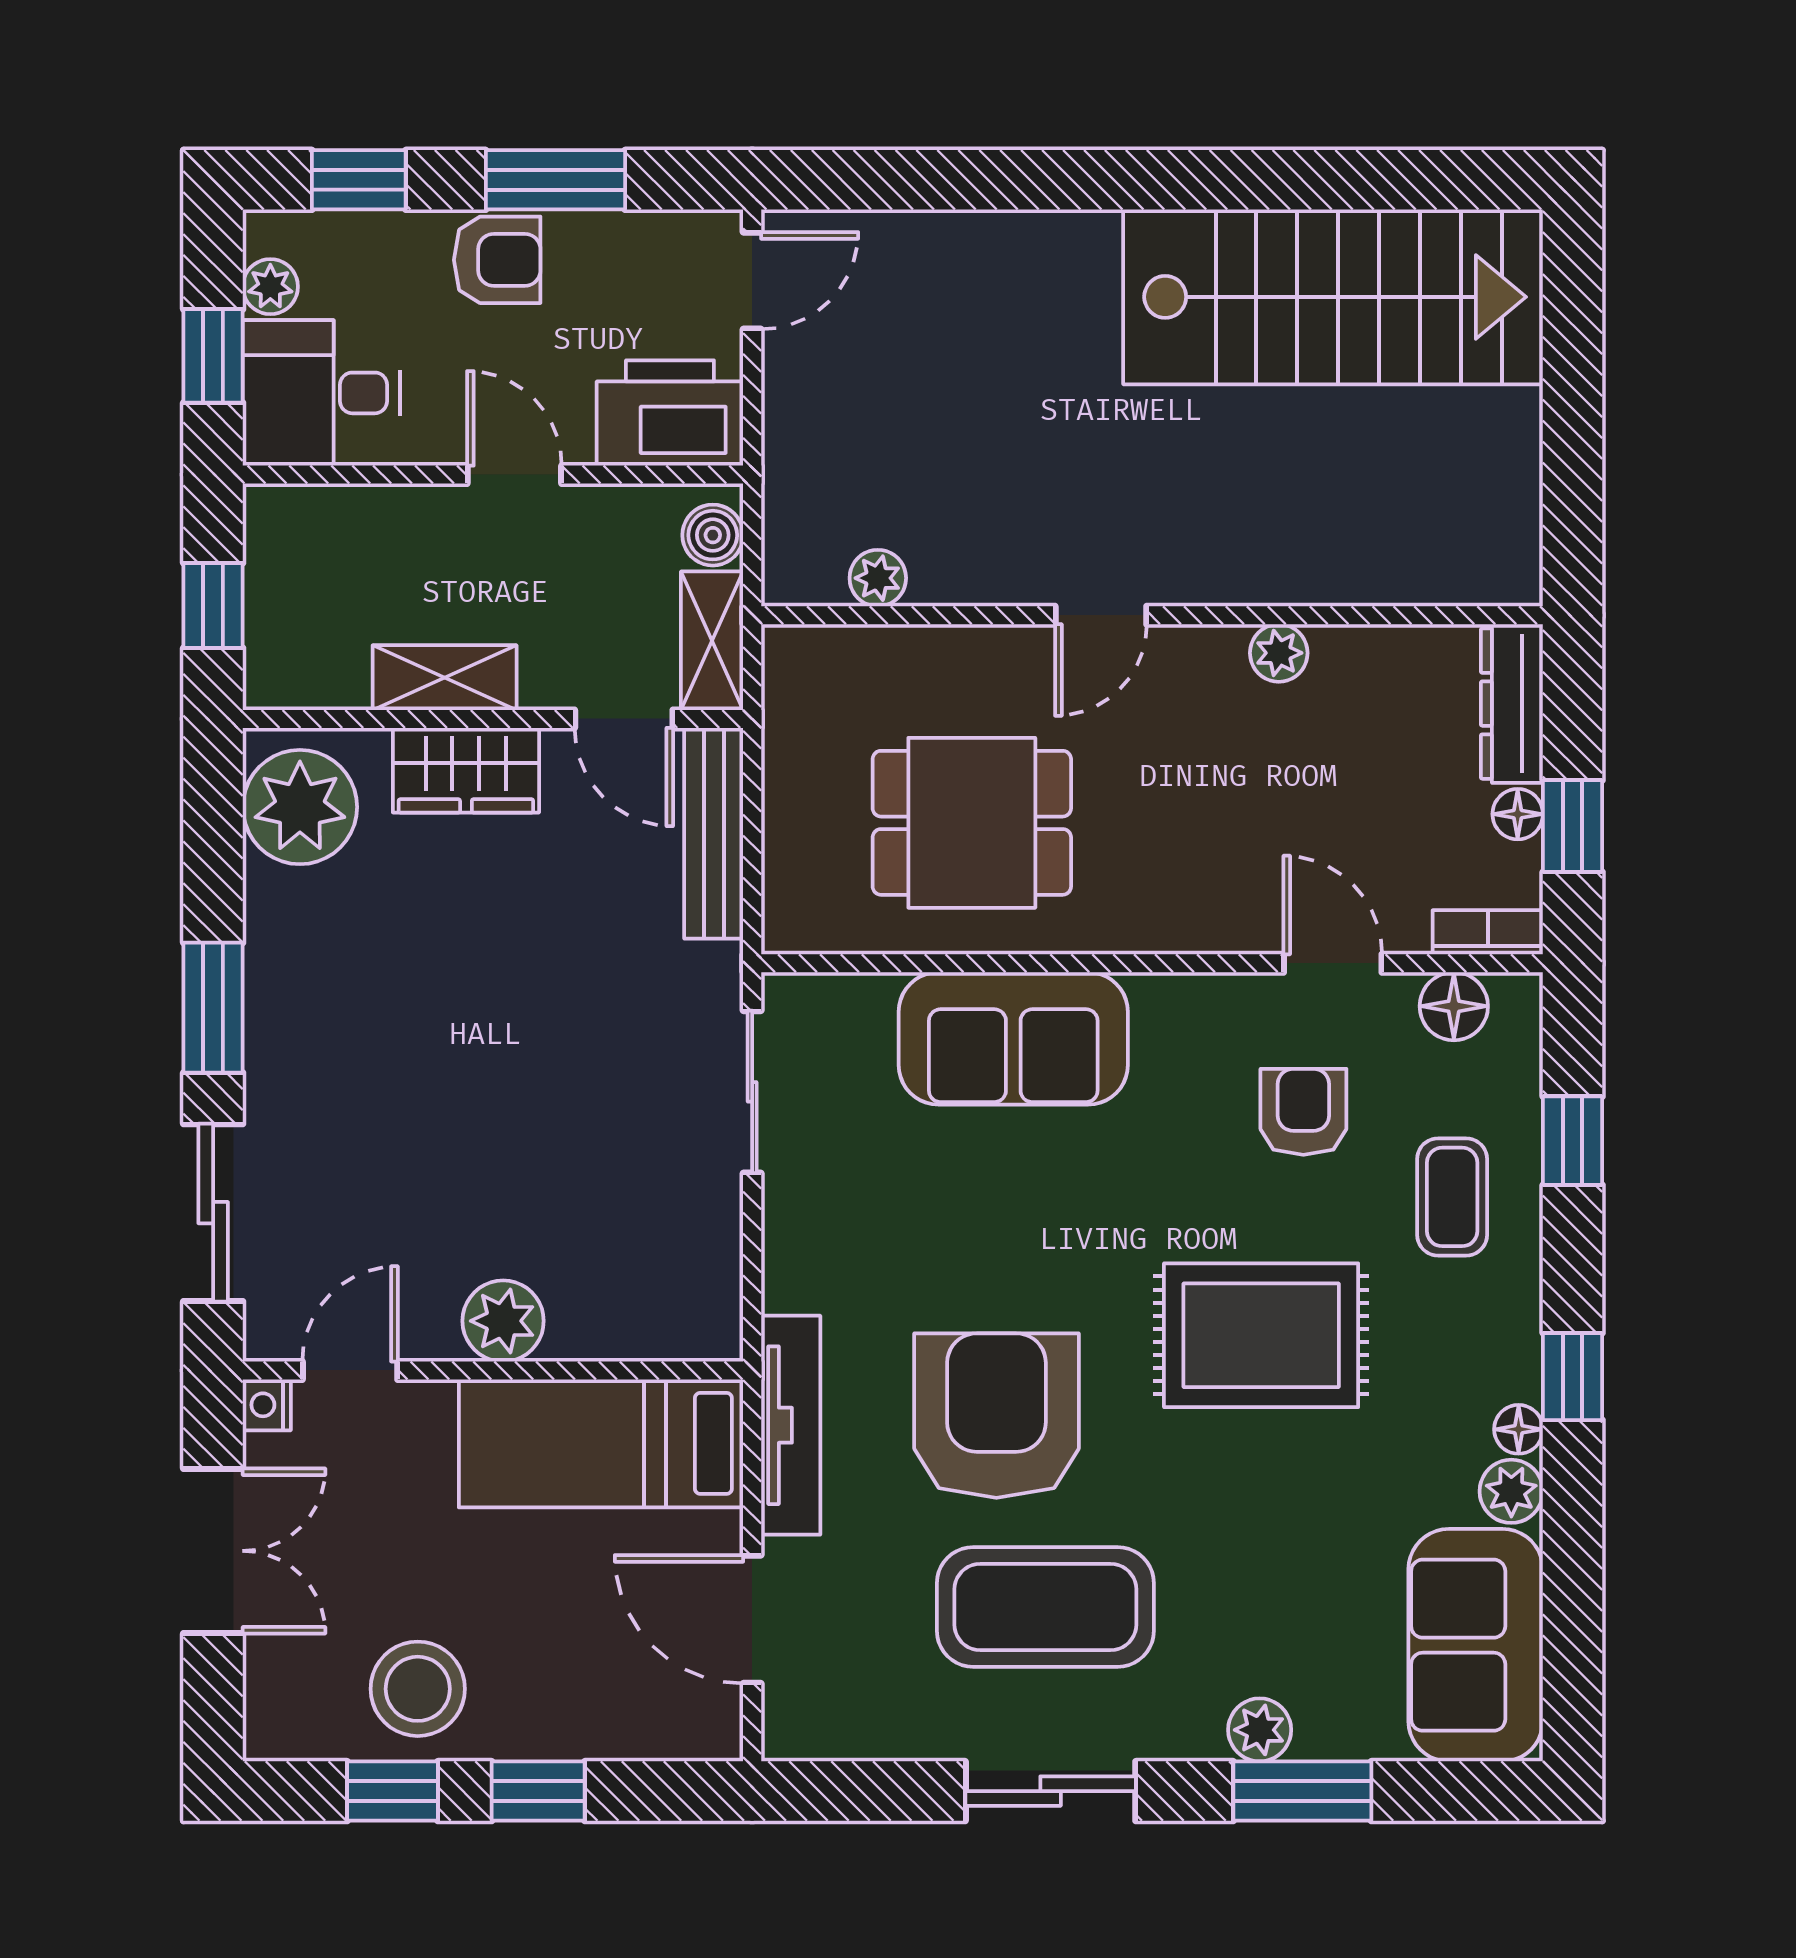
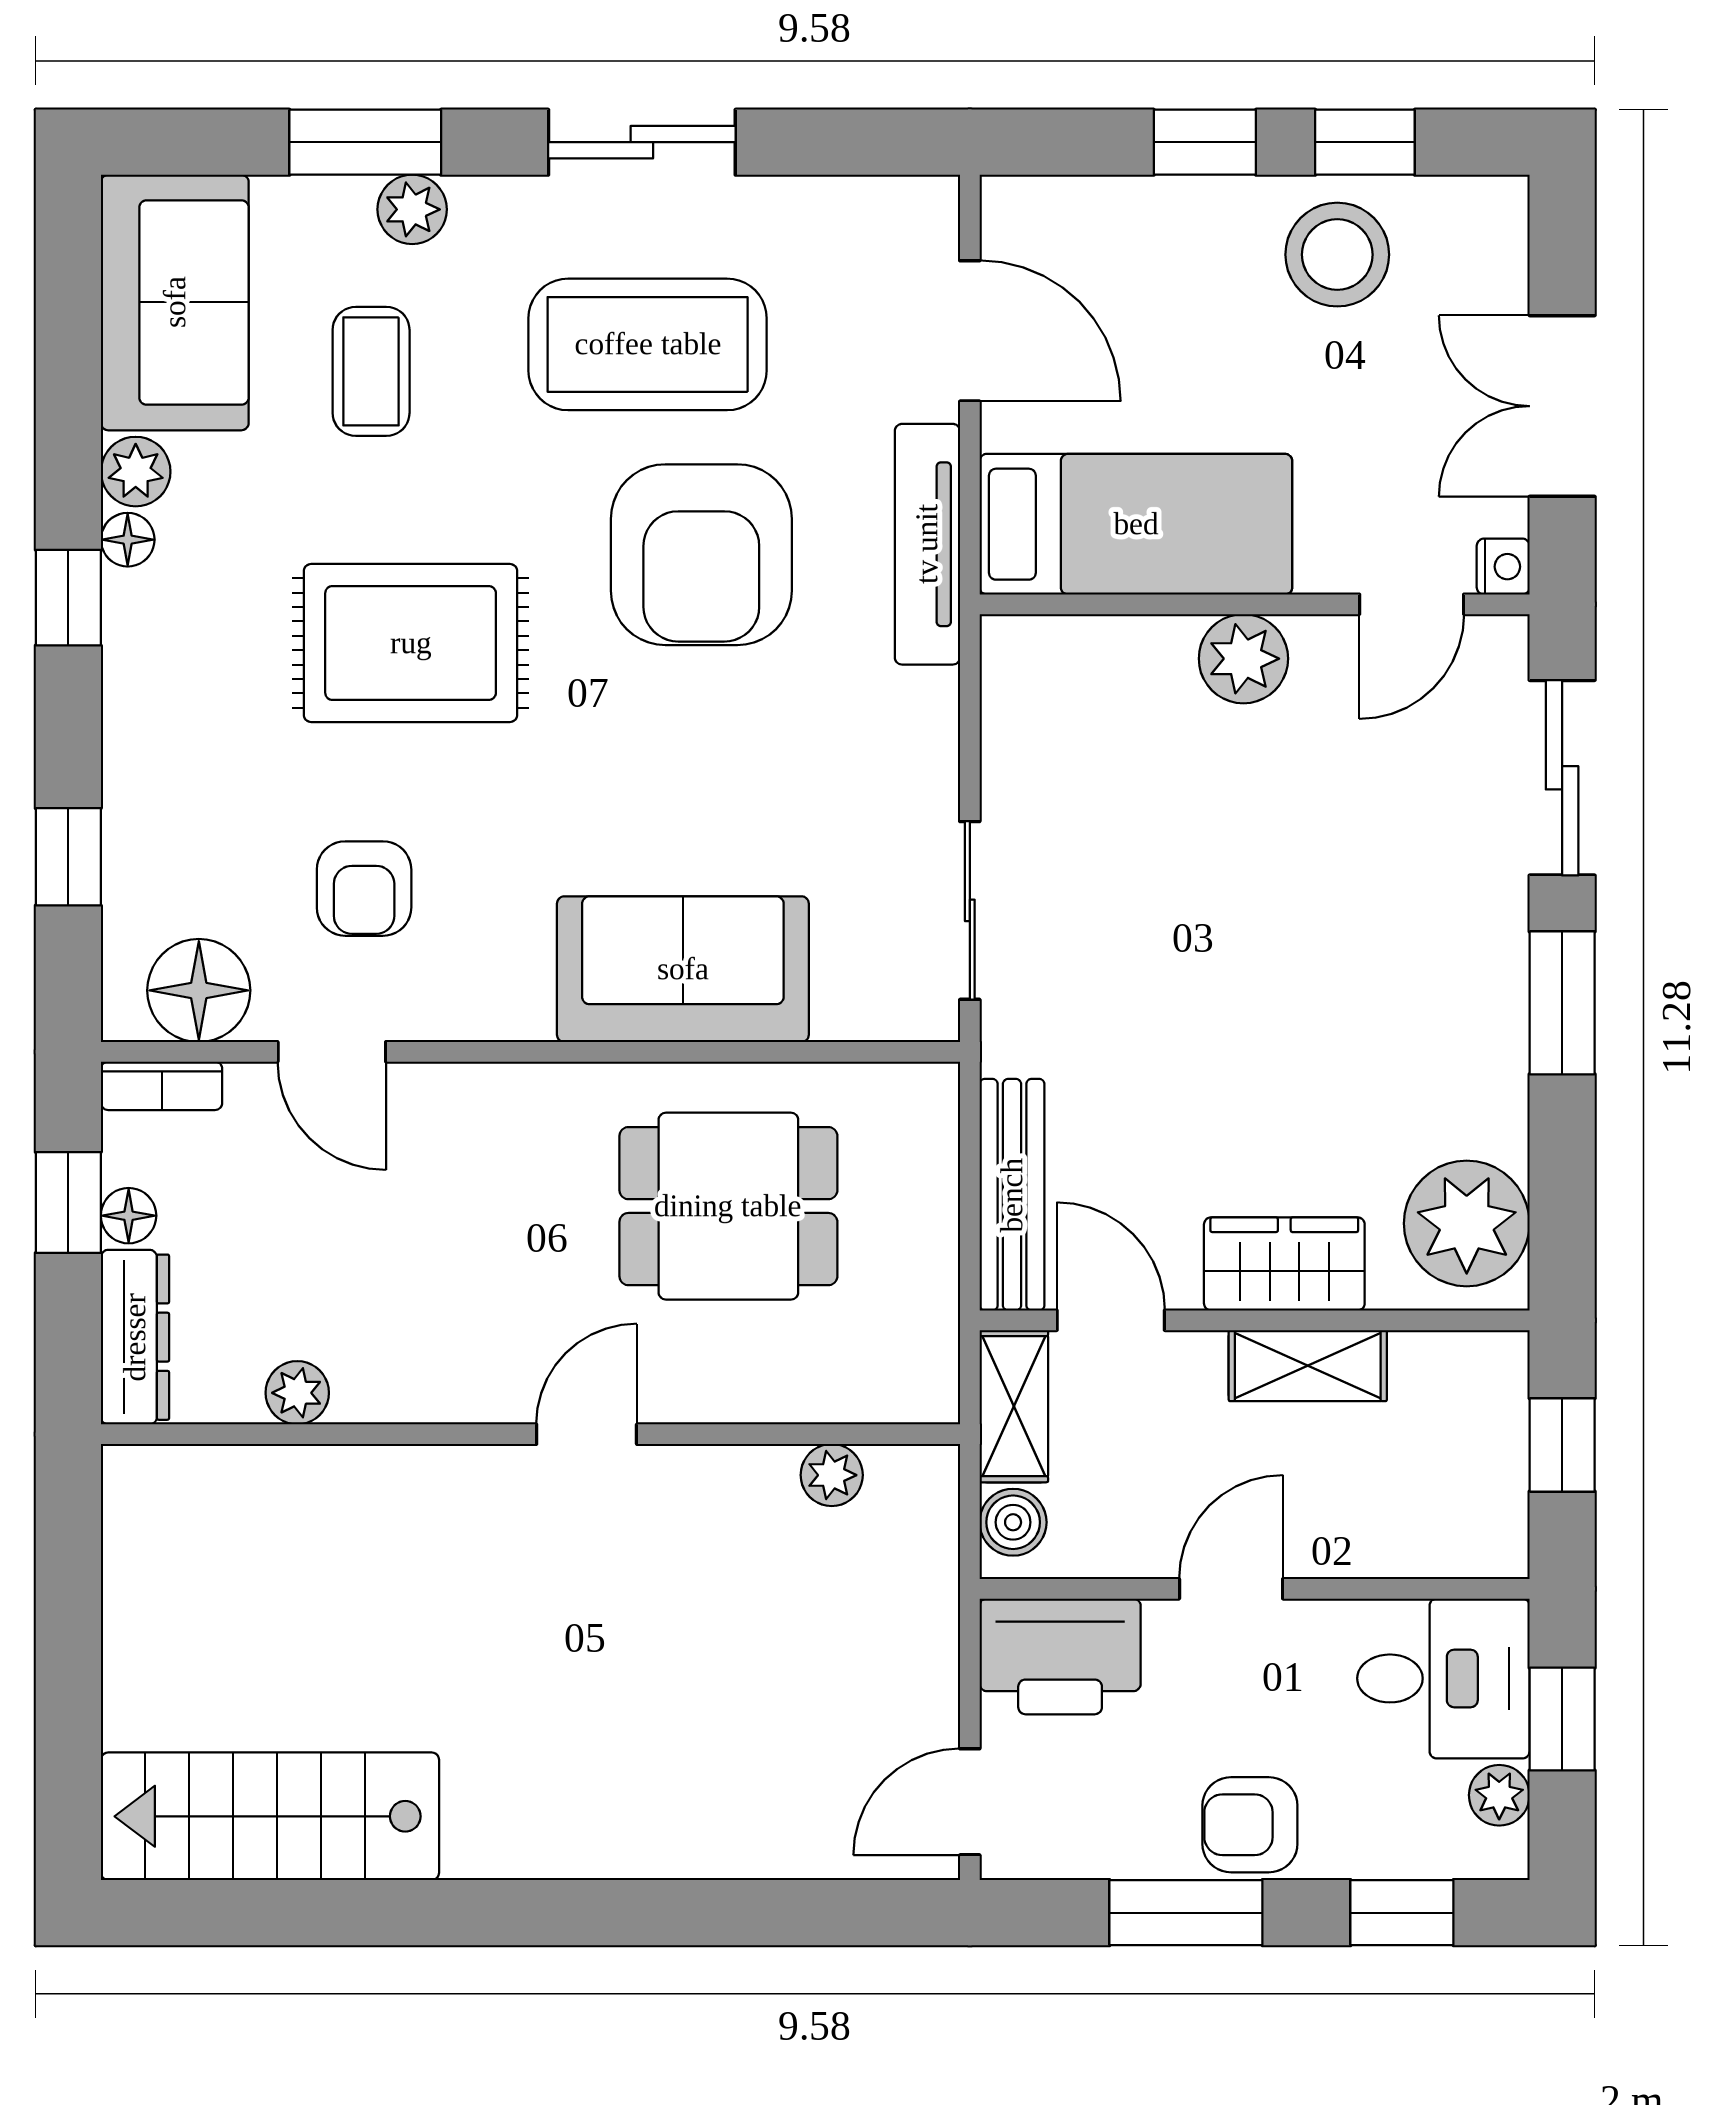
stairs: (1333, 297) -> (270, 1816), width x0.73, depth x0.66
door: (514, 475) -> (1231, 1589), swing flipped
plant: (1279, 653) -> (297, 1393), moved
floor lamp: (1454, 1006) -> (199, 990), width x1.38, depth x1.38
coffee table: (1452, 1197) -> (371, 371), moved

